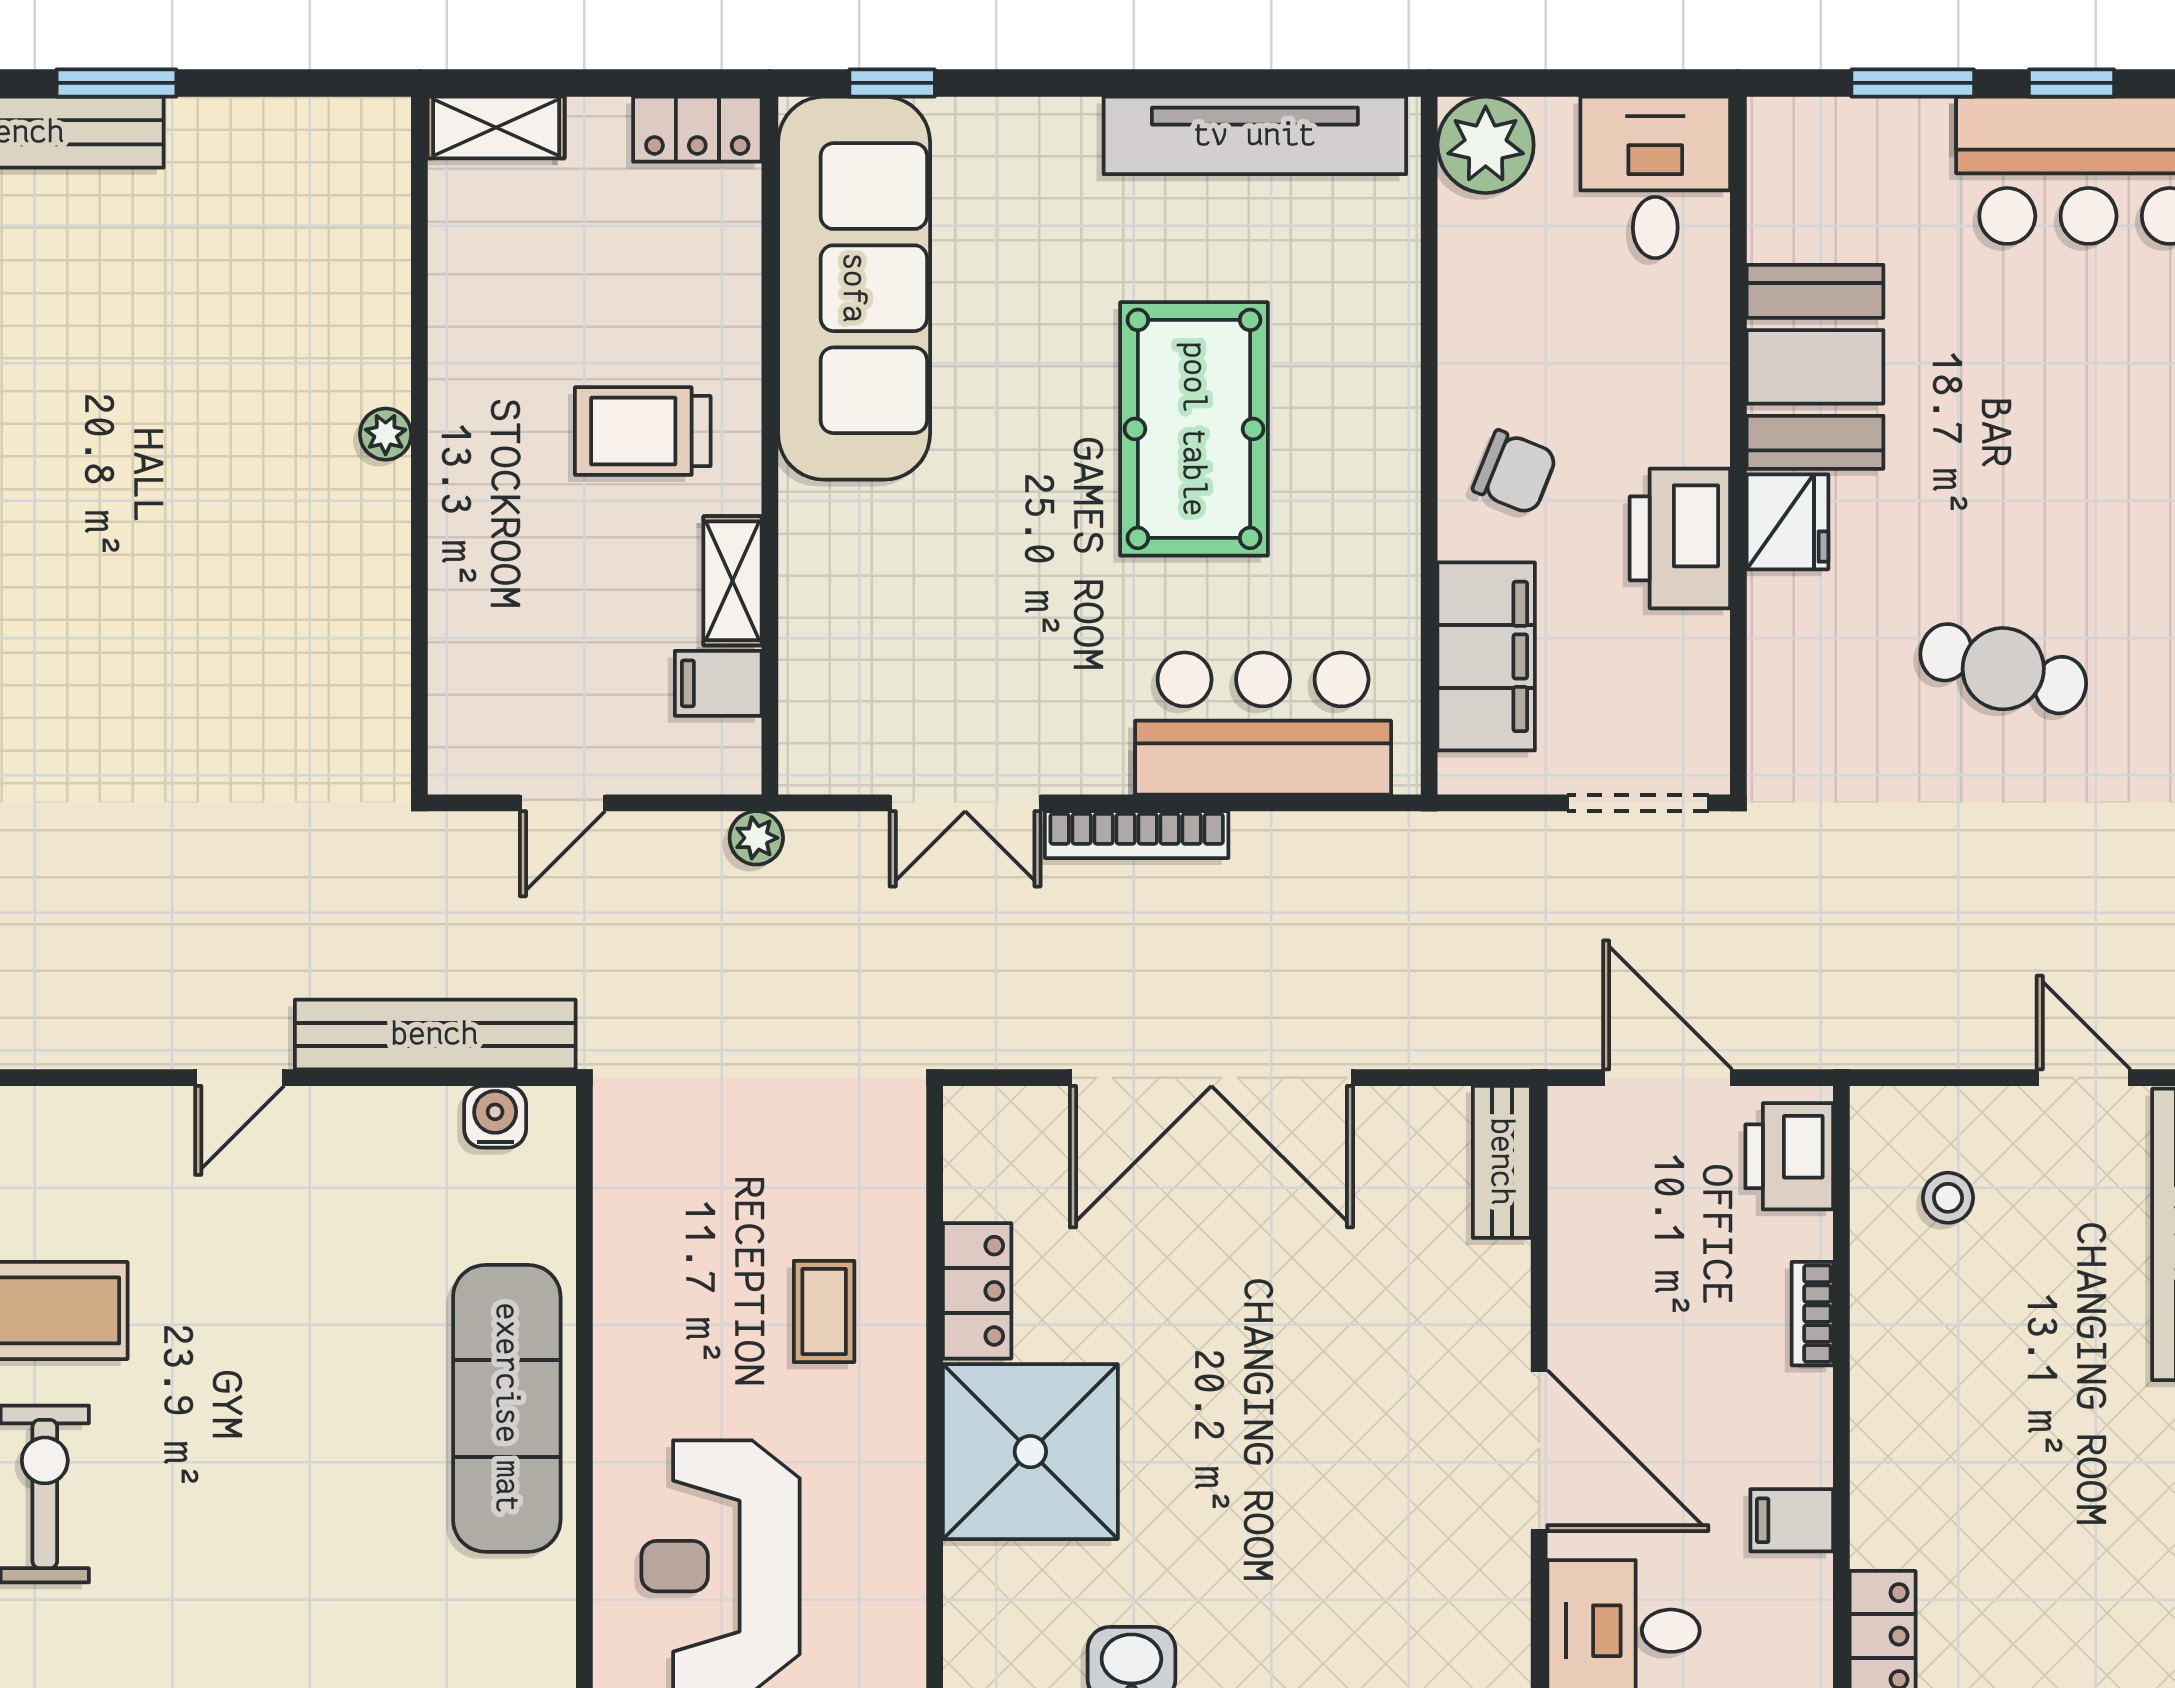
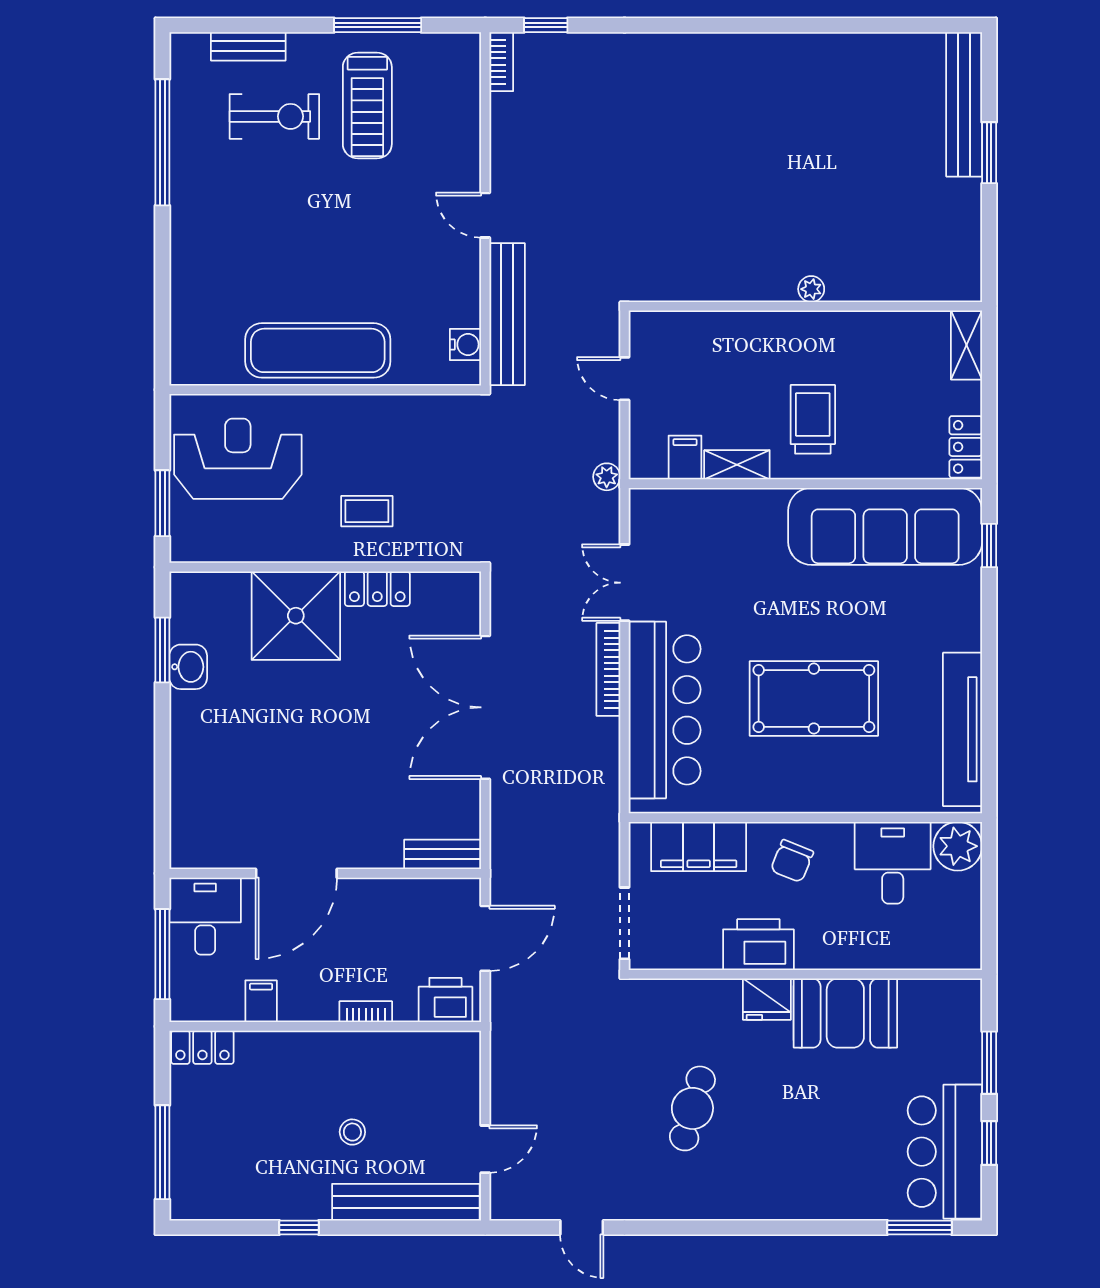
desk: (1655, 177) -> (893, 863), moved, turned -90
bar counter: (1263, 724) -> (665, 710), width x1.36
stool: (1948, 1198) -> (352, 1132), moved

